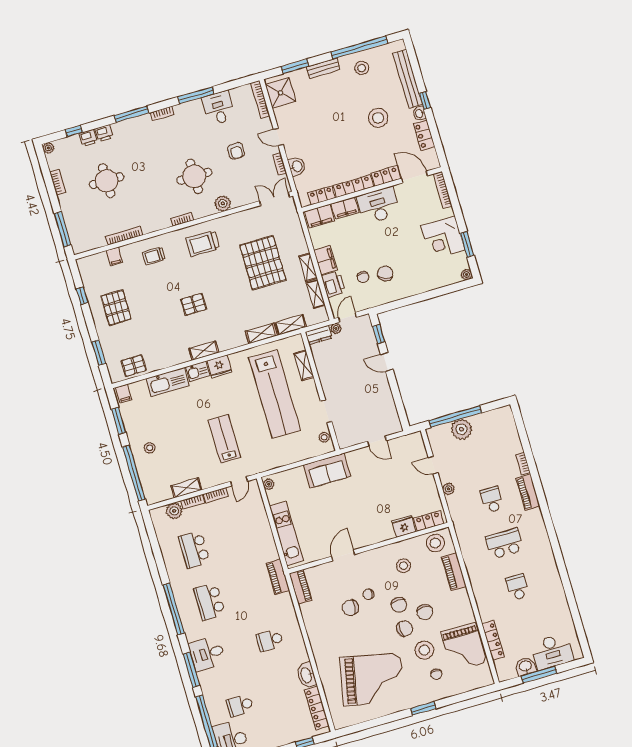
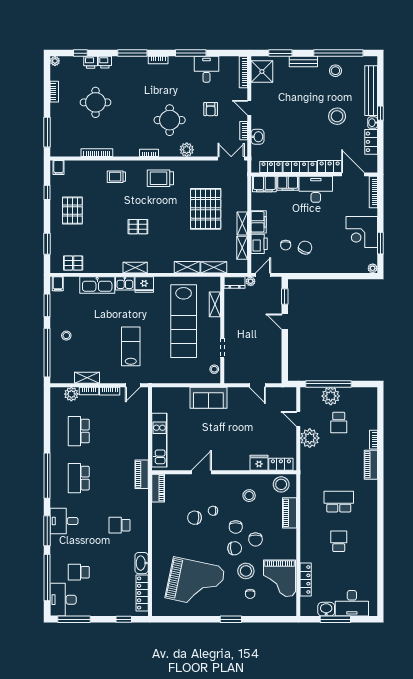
filing cabinet: (114, 257) -> (59, 167), moved
plant: (269, 484) -> (157, 395), removed
plant: (448, 489) -> (310, 438), width x1.88, depth x1.88
school desk: (492, 500) -> (339, 422), moved, turned 180

